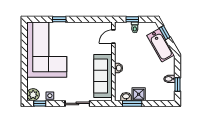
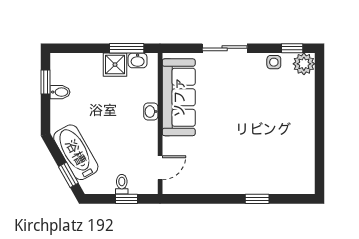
corner sofa: (47, 50) -> (279, 144), removed

